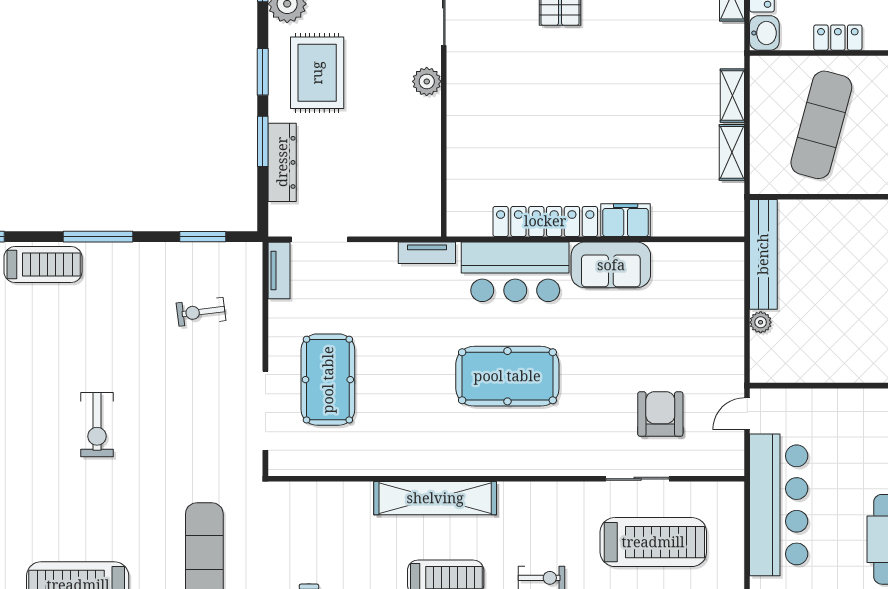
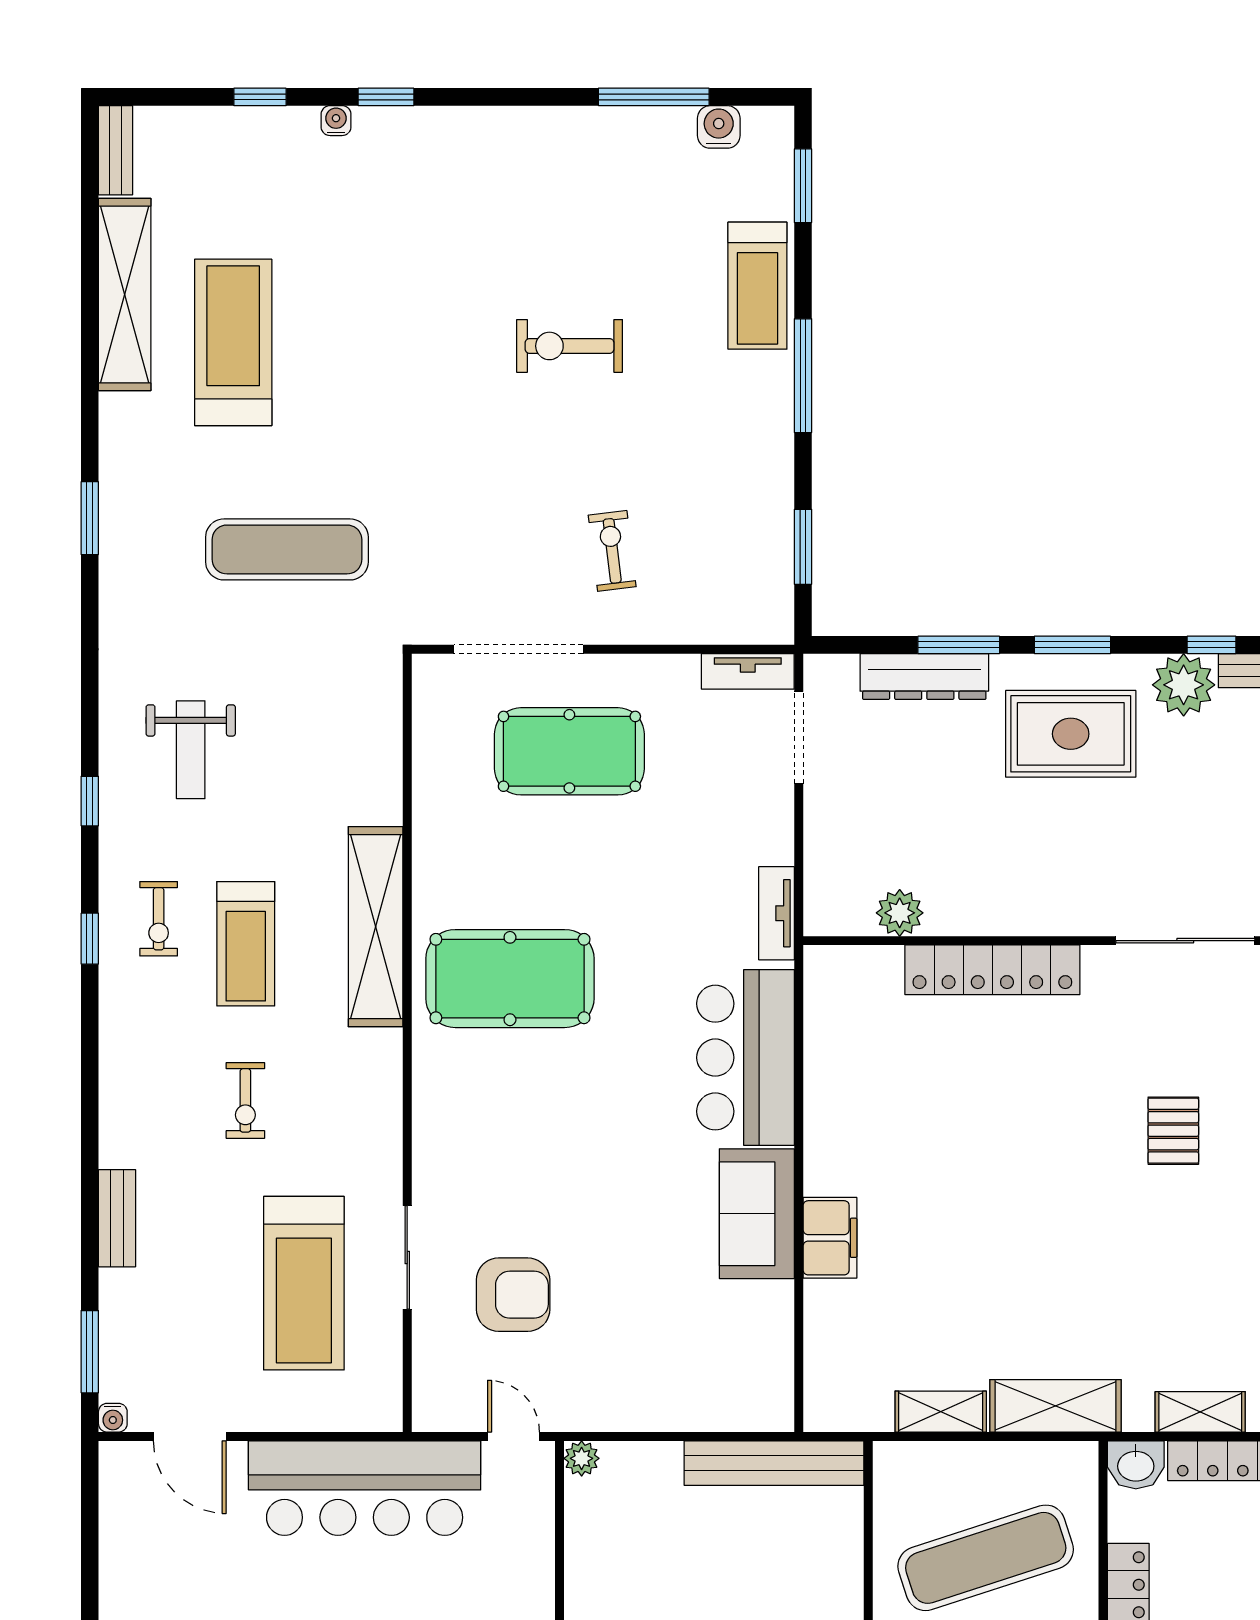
plant: (427, 81) -> (900, 913), moved
shelving: (732, 96) -> (1055, 1406), width x1.50, depth x1.33
exercise mat: (821, 125) -> (986, 1558), turned -33
locker: (545, 221) -> (992, 970), moved, turned 90
exercise bike: (201, 312) -> (612, 551), moved
plant: (761, 322) -> (582, 1458), moved
pool table: (507, 376) -> (510, 979), moved, turned 90
exercise bike: (97, 425) -> (570, 346), moved

